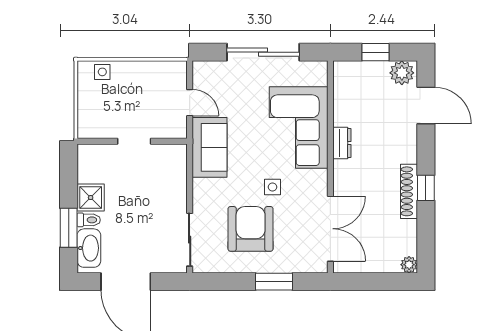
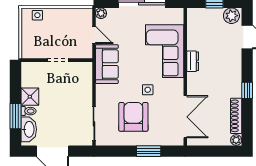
plant: (201, 69) -> (101, 13), added
shoe rack: (409, 191) -> (236, 116), moved

